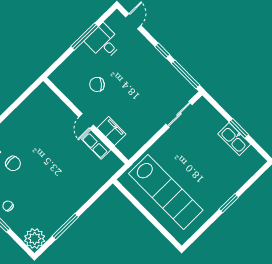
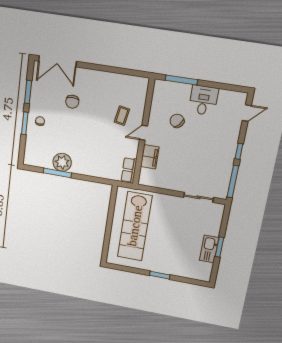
window: (84, 37) -> (181, 80), moved
desk: (104, 42) -> (203, 100), moved
coffee table: (57, 129) -> (122, 116), added
row of seats: (96, 144) -> (129, 170), moved
plant: (35, 239) -> (62, 162), moved

